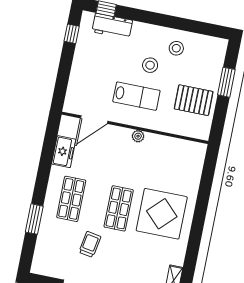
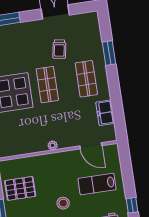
lab bench: (136, 96) -> (97, 184), moved
door: (94, 120) -> (91, 146), swing flipped

